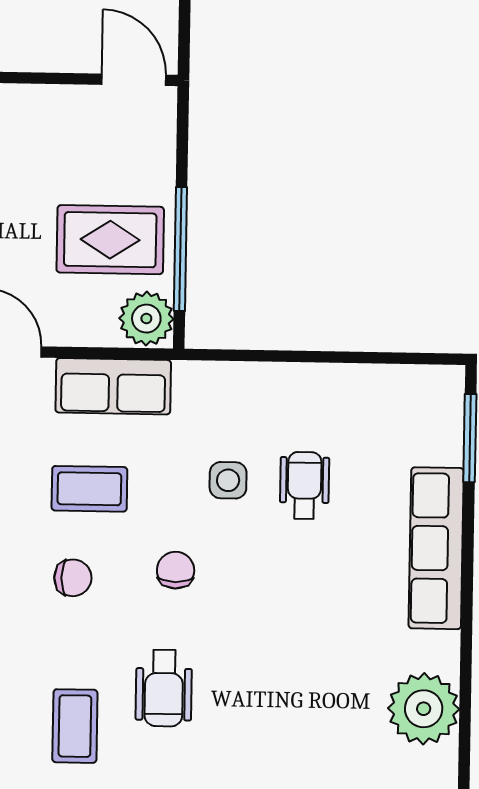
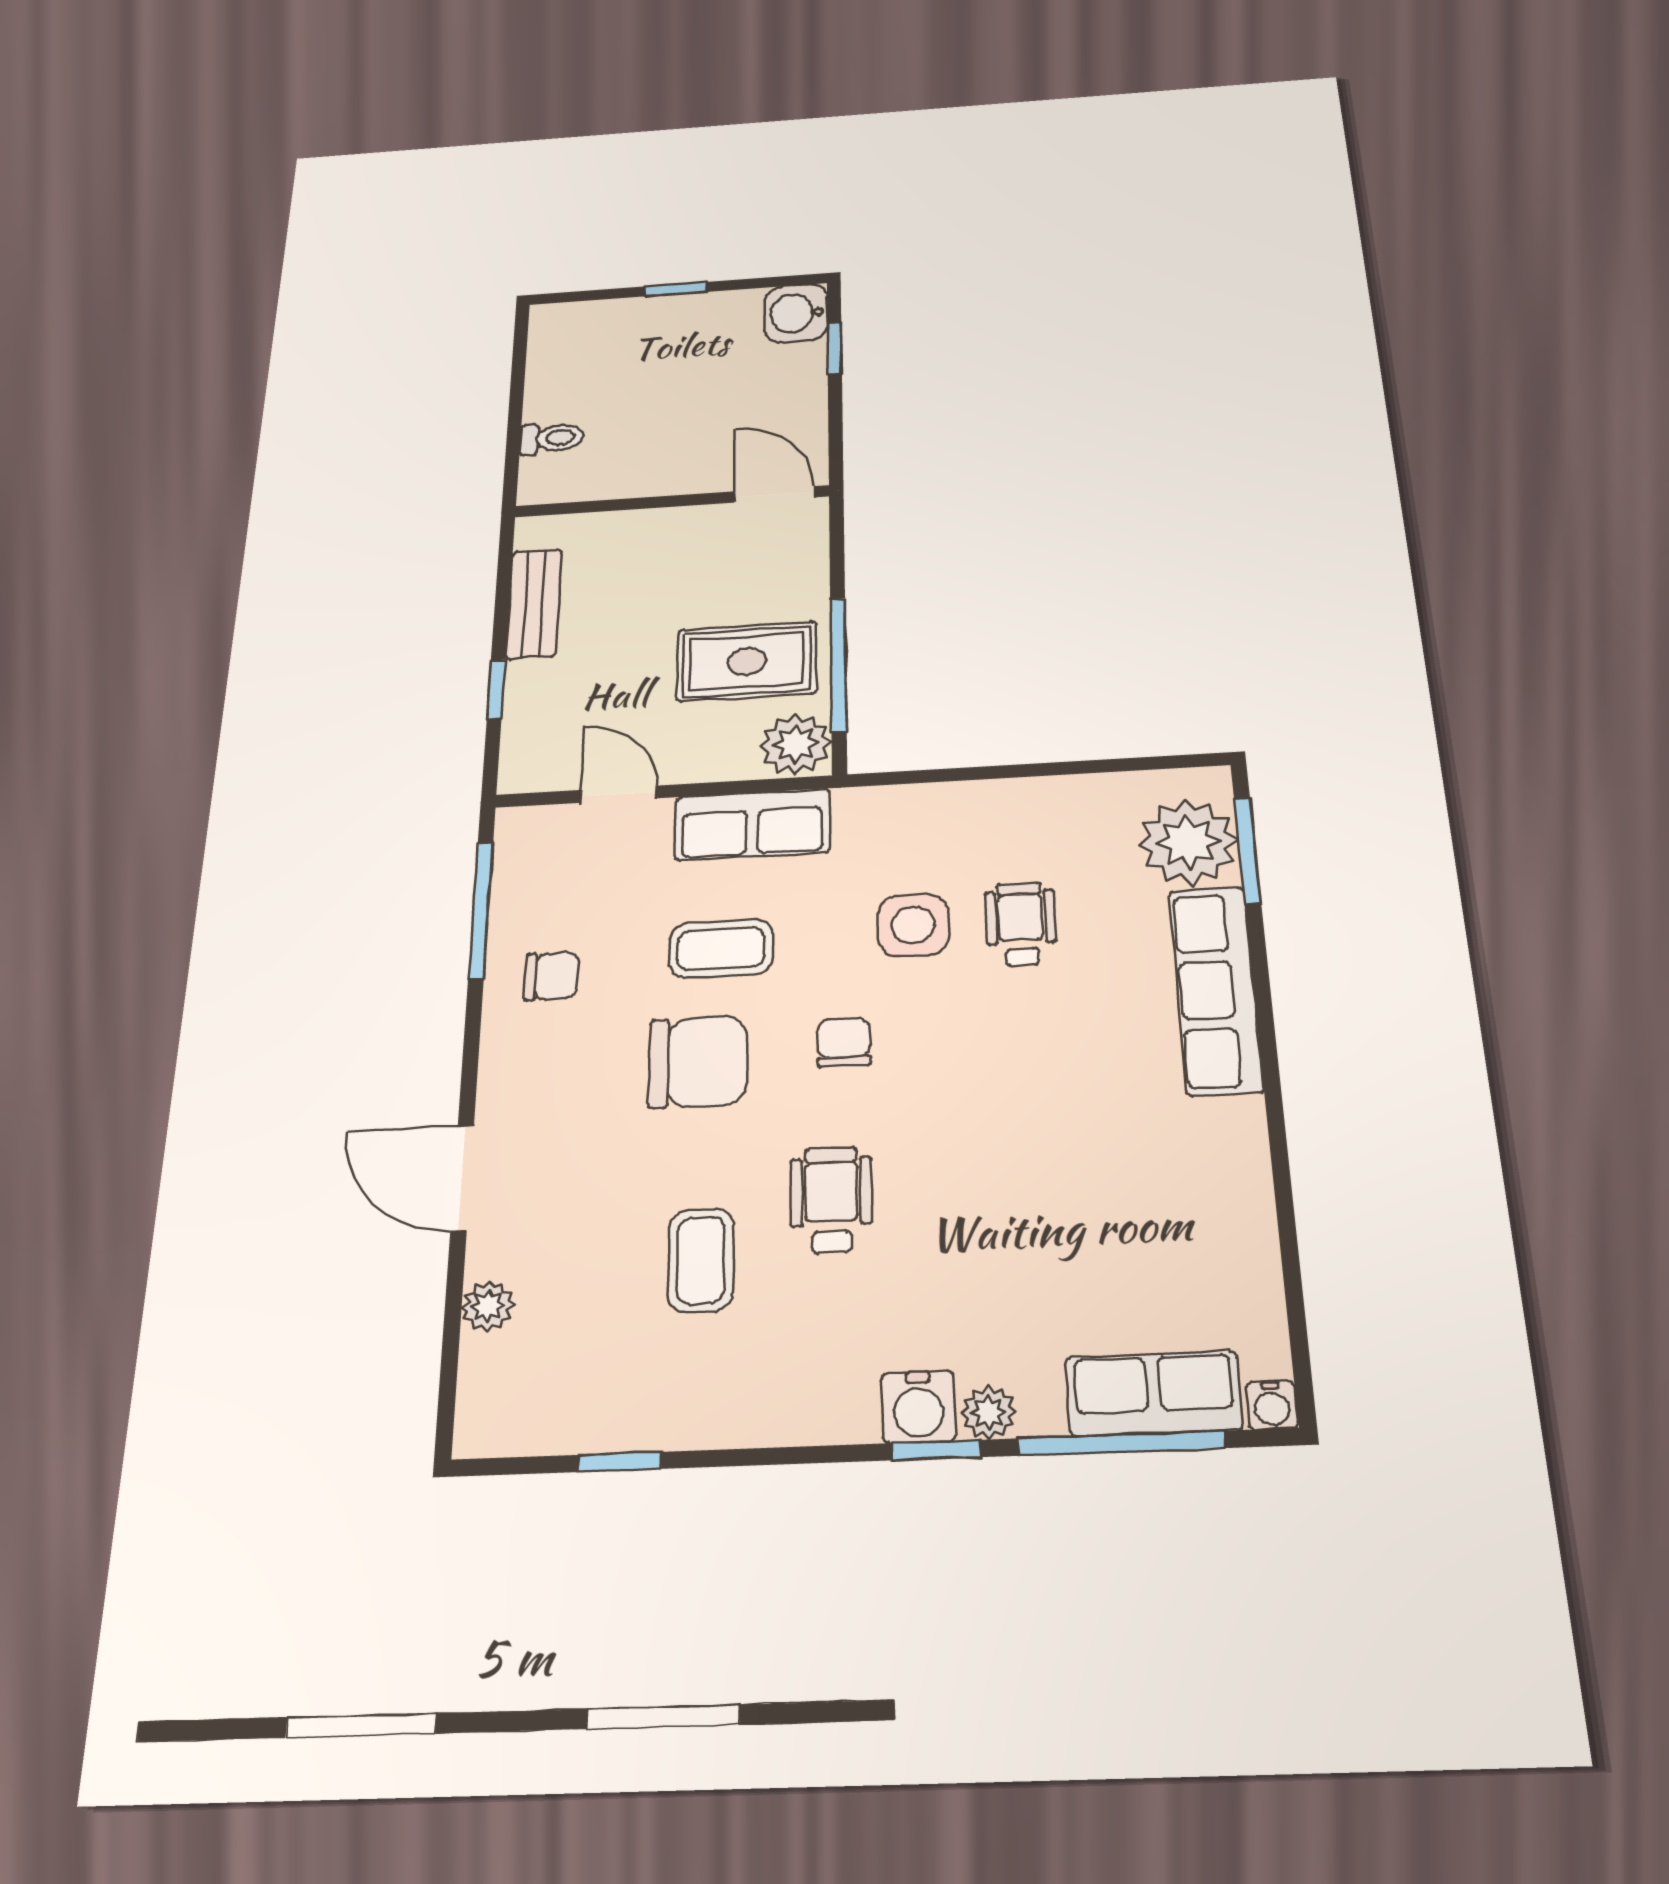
side table: (228, 480) -> (913, 925), width x1.37, depth x1.37
chair: (73, 578) -> (698, 1062), width x1.87, depth x1.87
wheelchair: (164, 688) -> (831, 1200), turned 180
plant: (424, 709) -> (1188, 842), moved

